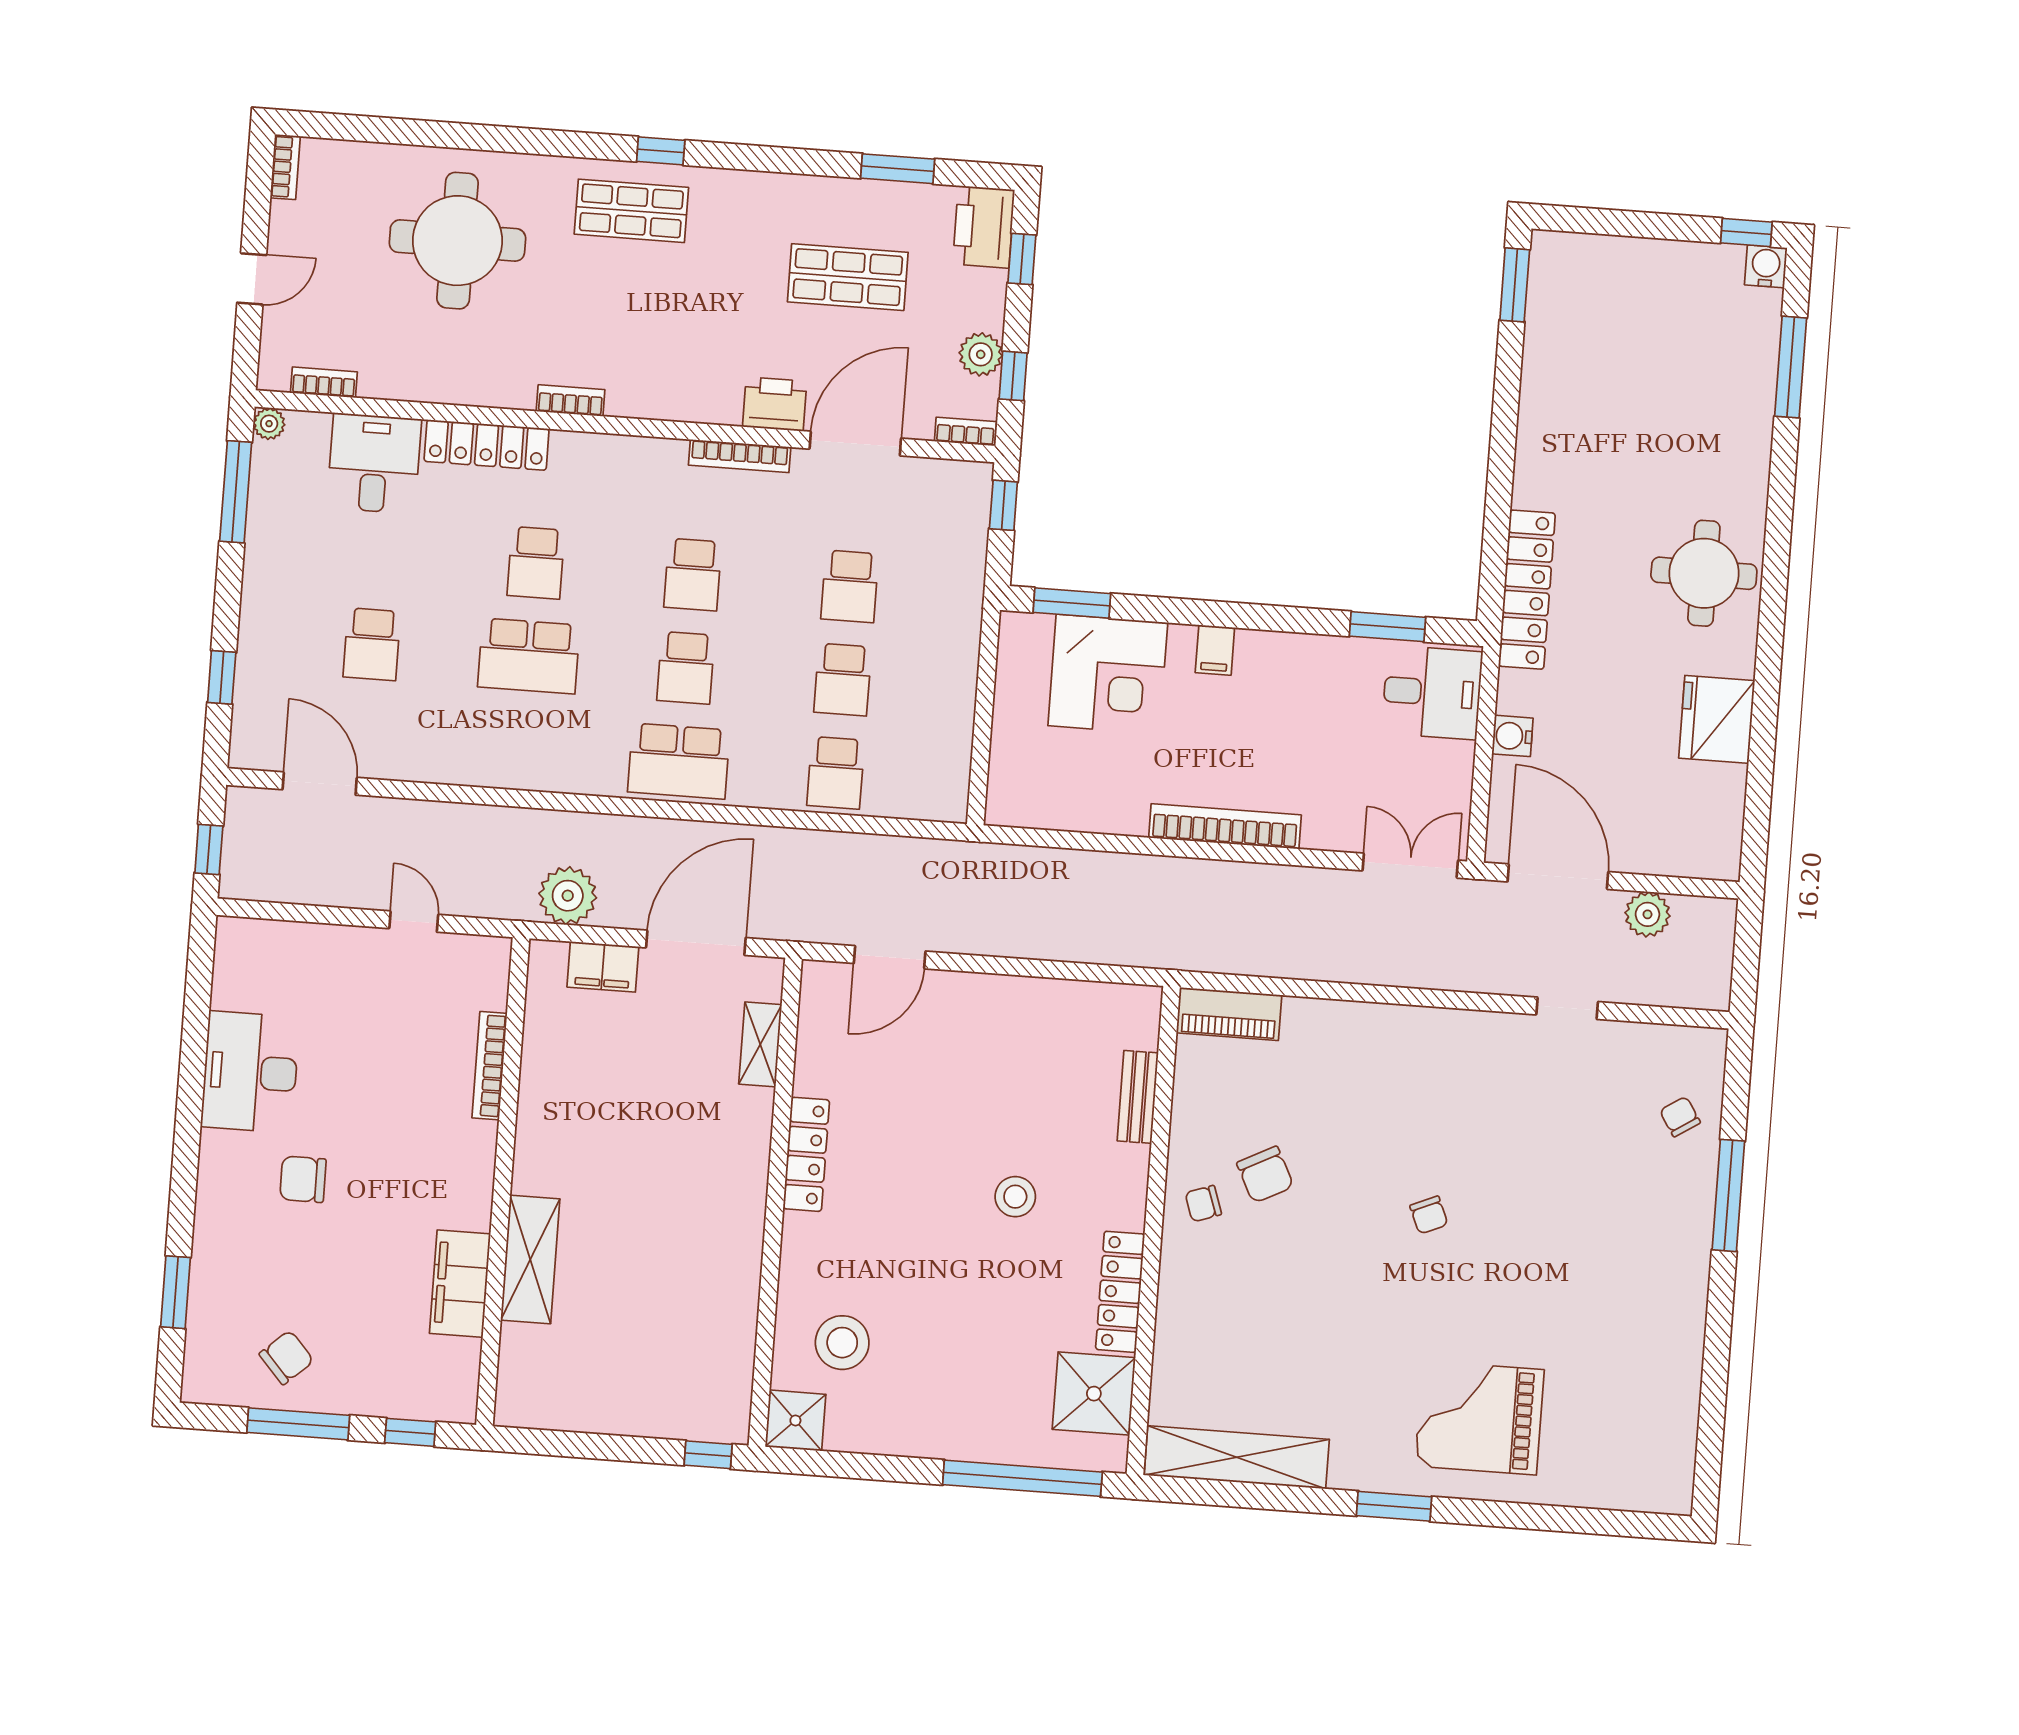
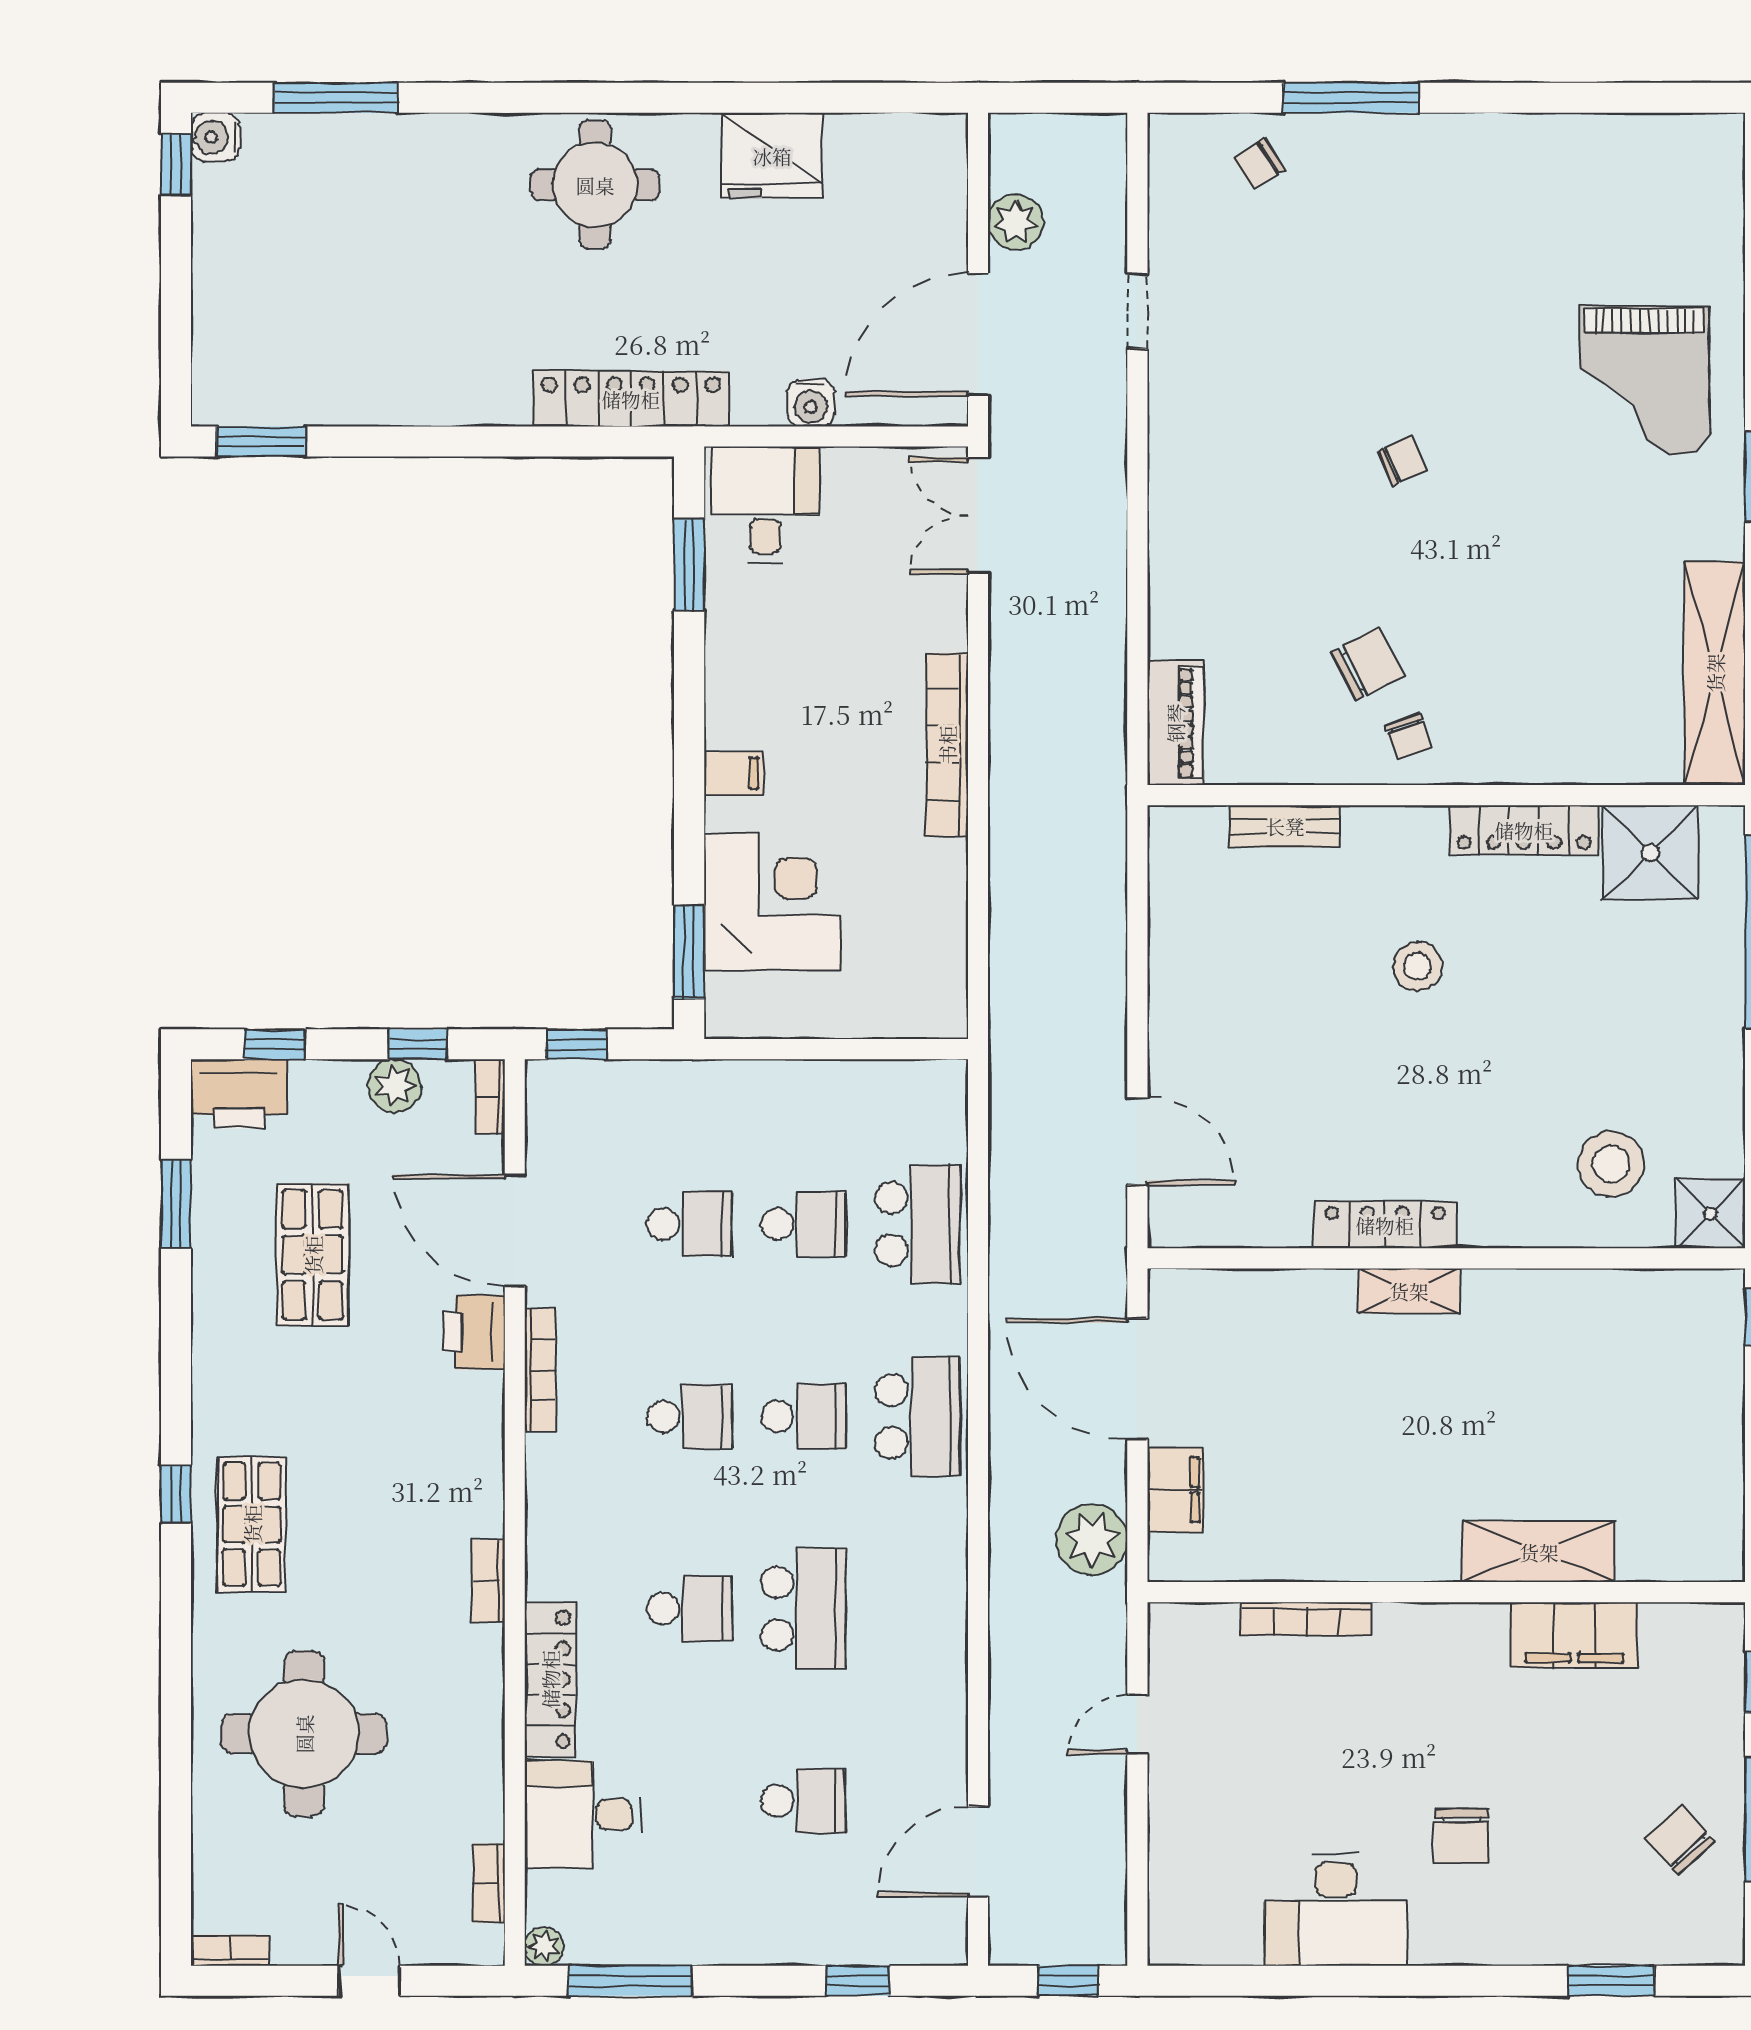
school desk: (836, 773) -> (918, 1224), width x1.85
shelving: (760, 1044) -> (1409, 1291), moved

